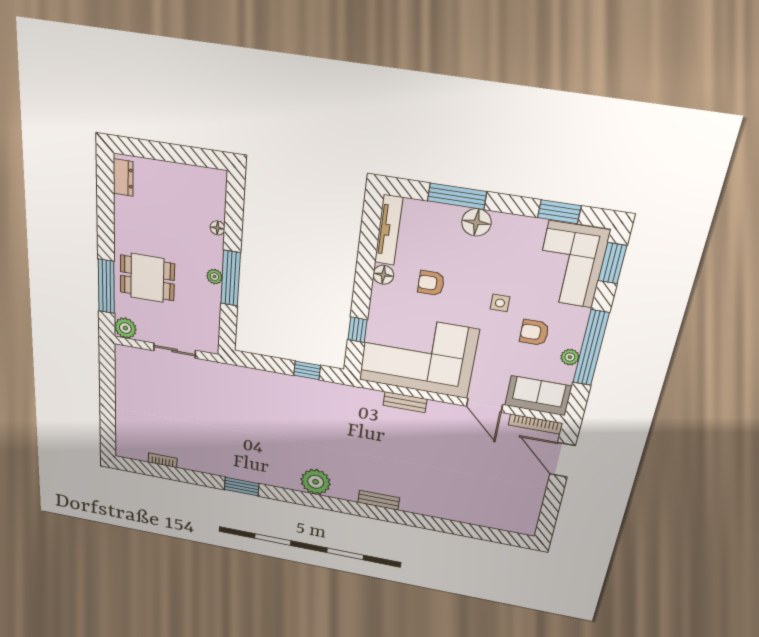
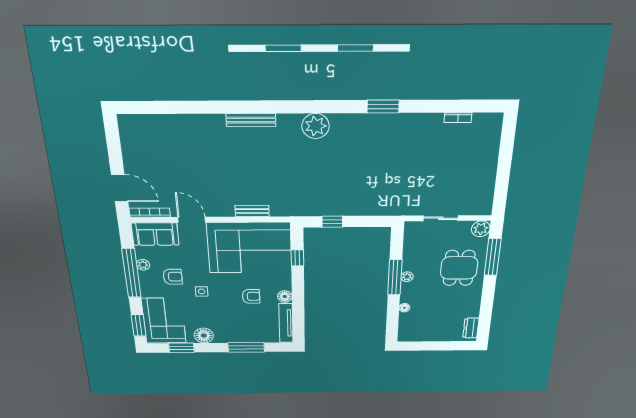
floor lamp: (476, 222) -> (204, 335), moved
dining table: (147, 278) -> (459, 268), turned 90
bench: (379, 500) -> (251, 120), width x1.36

